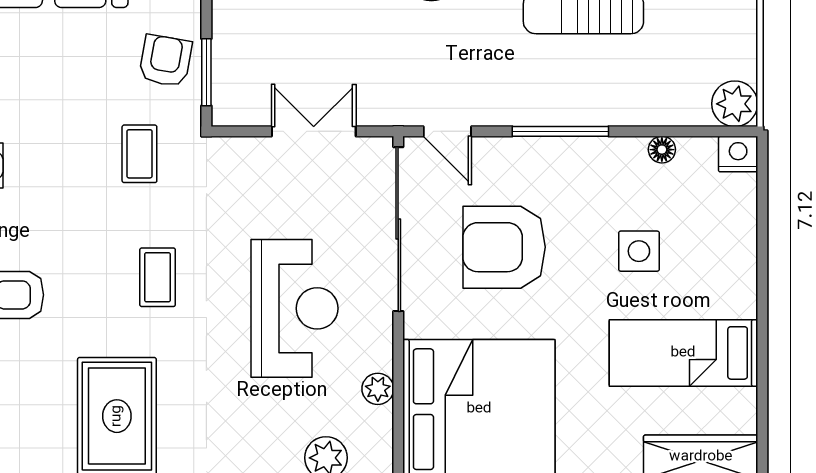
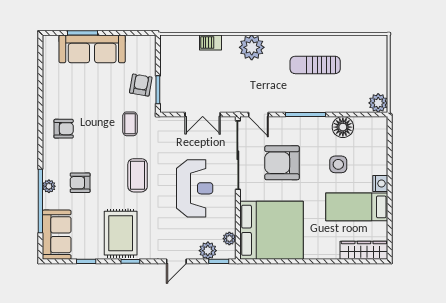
double door: (314, 131) -> (203, 114), swing flipped
floor lamp: (662, 150) -> (343, 127), width x1.89, depth x1.89
nightstand: (738, 154) -> (380, 183), moved, turned 90
coffee table: (158, 277) -> (138, 175), width x1.36, depth x1.30
plant: (378, 389) -> (229, 239), moved

